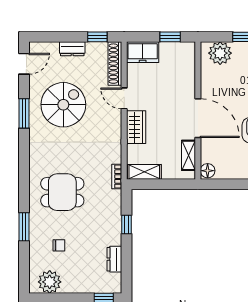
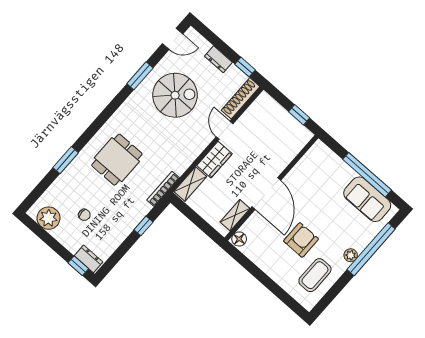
freezer: (143, 52) -> (269, 108), removed
plant: (220, 53) -> (326, 160), removed
shelving: (144, 172) -> (190, 184), moved, turned 90
bookcase: (117, 177) -> (163, 189), width x1.56
dining table: (62, 192) -> (117, 160), turned 90
chair: (59, 245) -> (84, 215), moved
dresser: (114, 259) -> (89, 259), moved, turned 90

